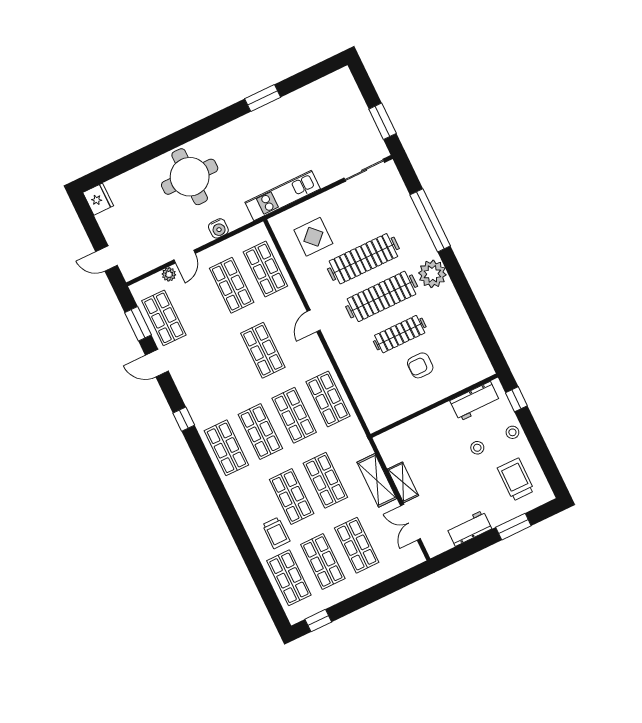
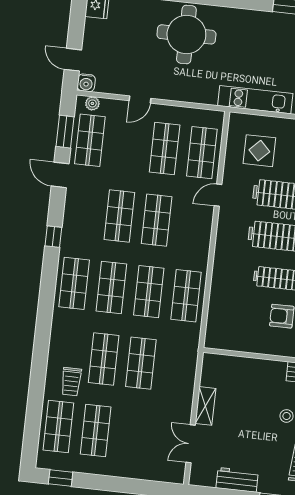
water cooler: (218, 228) -> (86, 83), moved
plant: (169, 274) -> (92, 103), moved
door: (314, 321) -> (218, 195), moved
shelving: (377, 480) -> (184, 390), removed
shop shelf: (357, 545) -> (119, 216), moved

